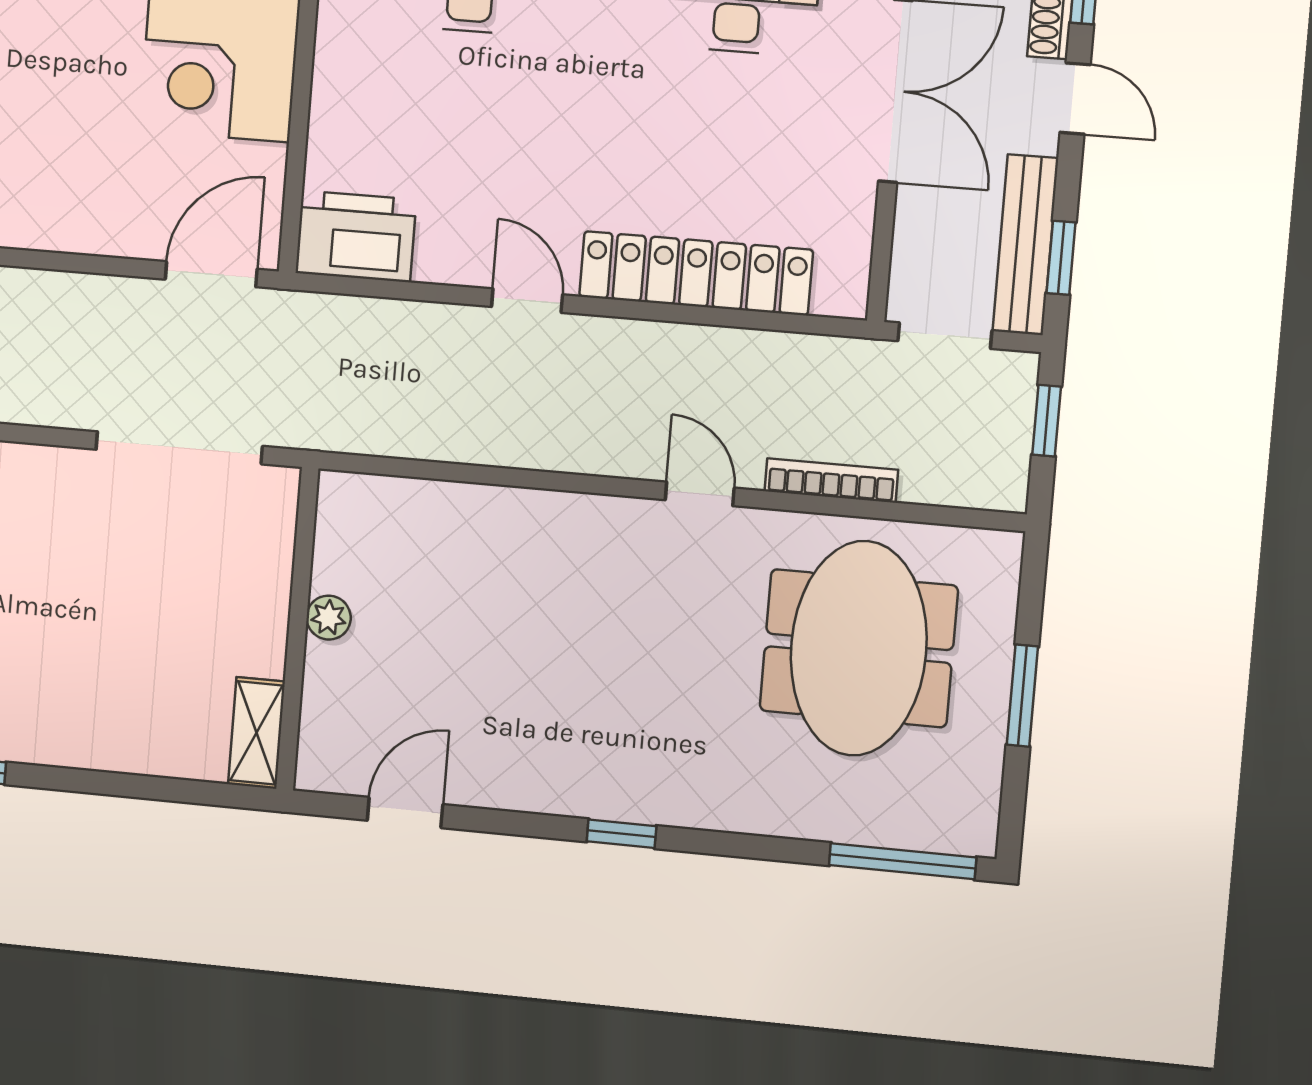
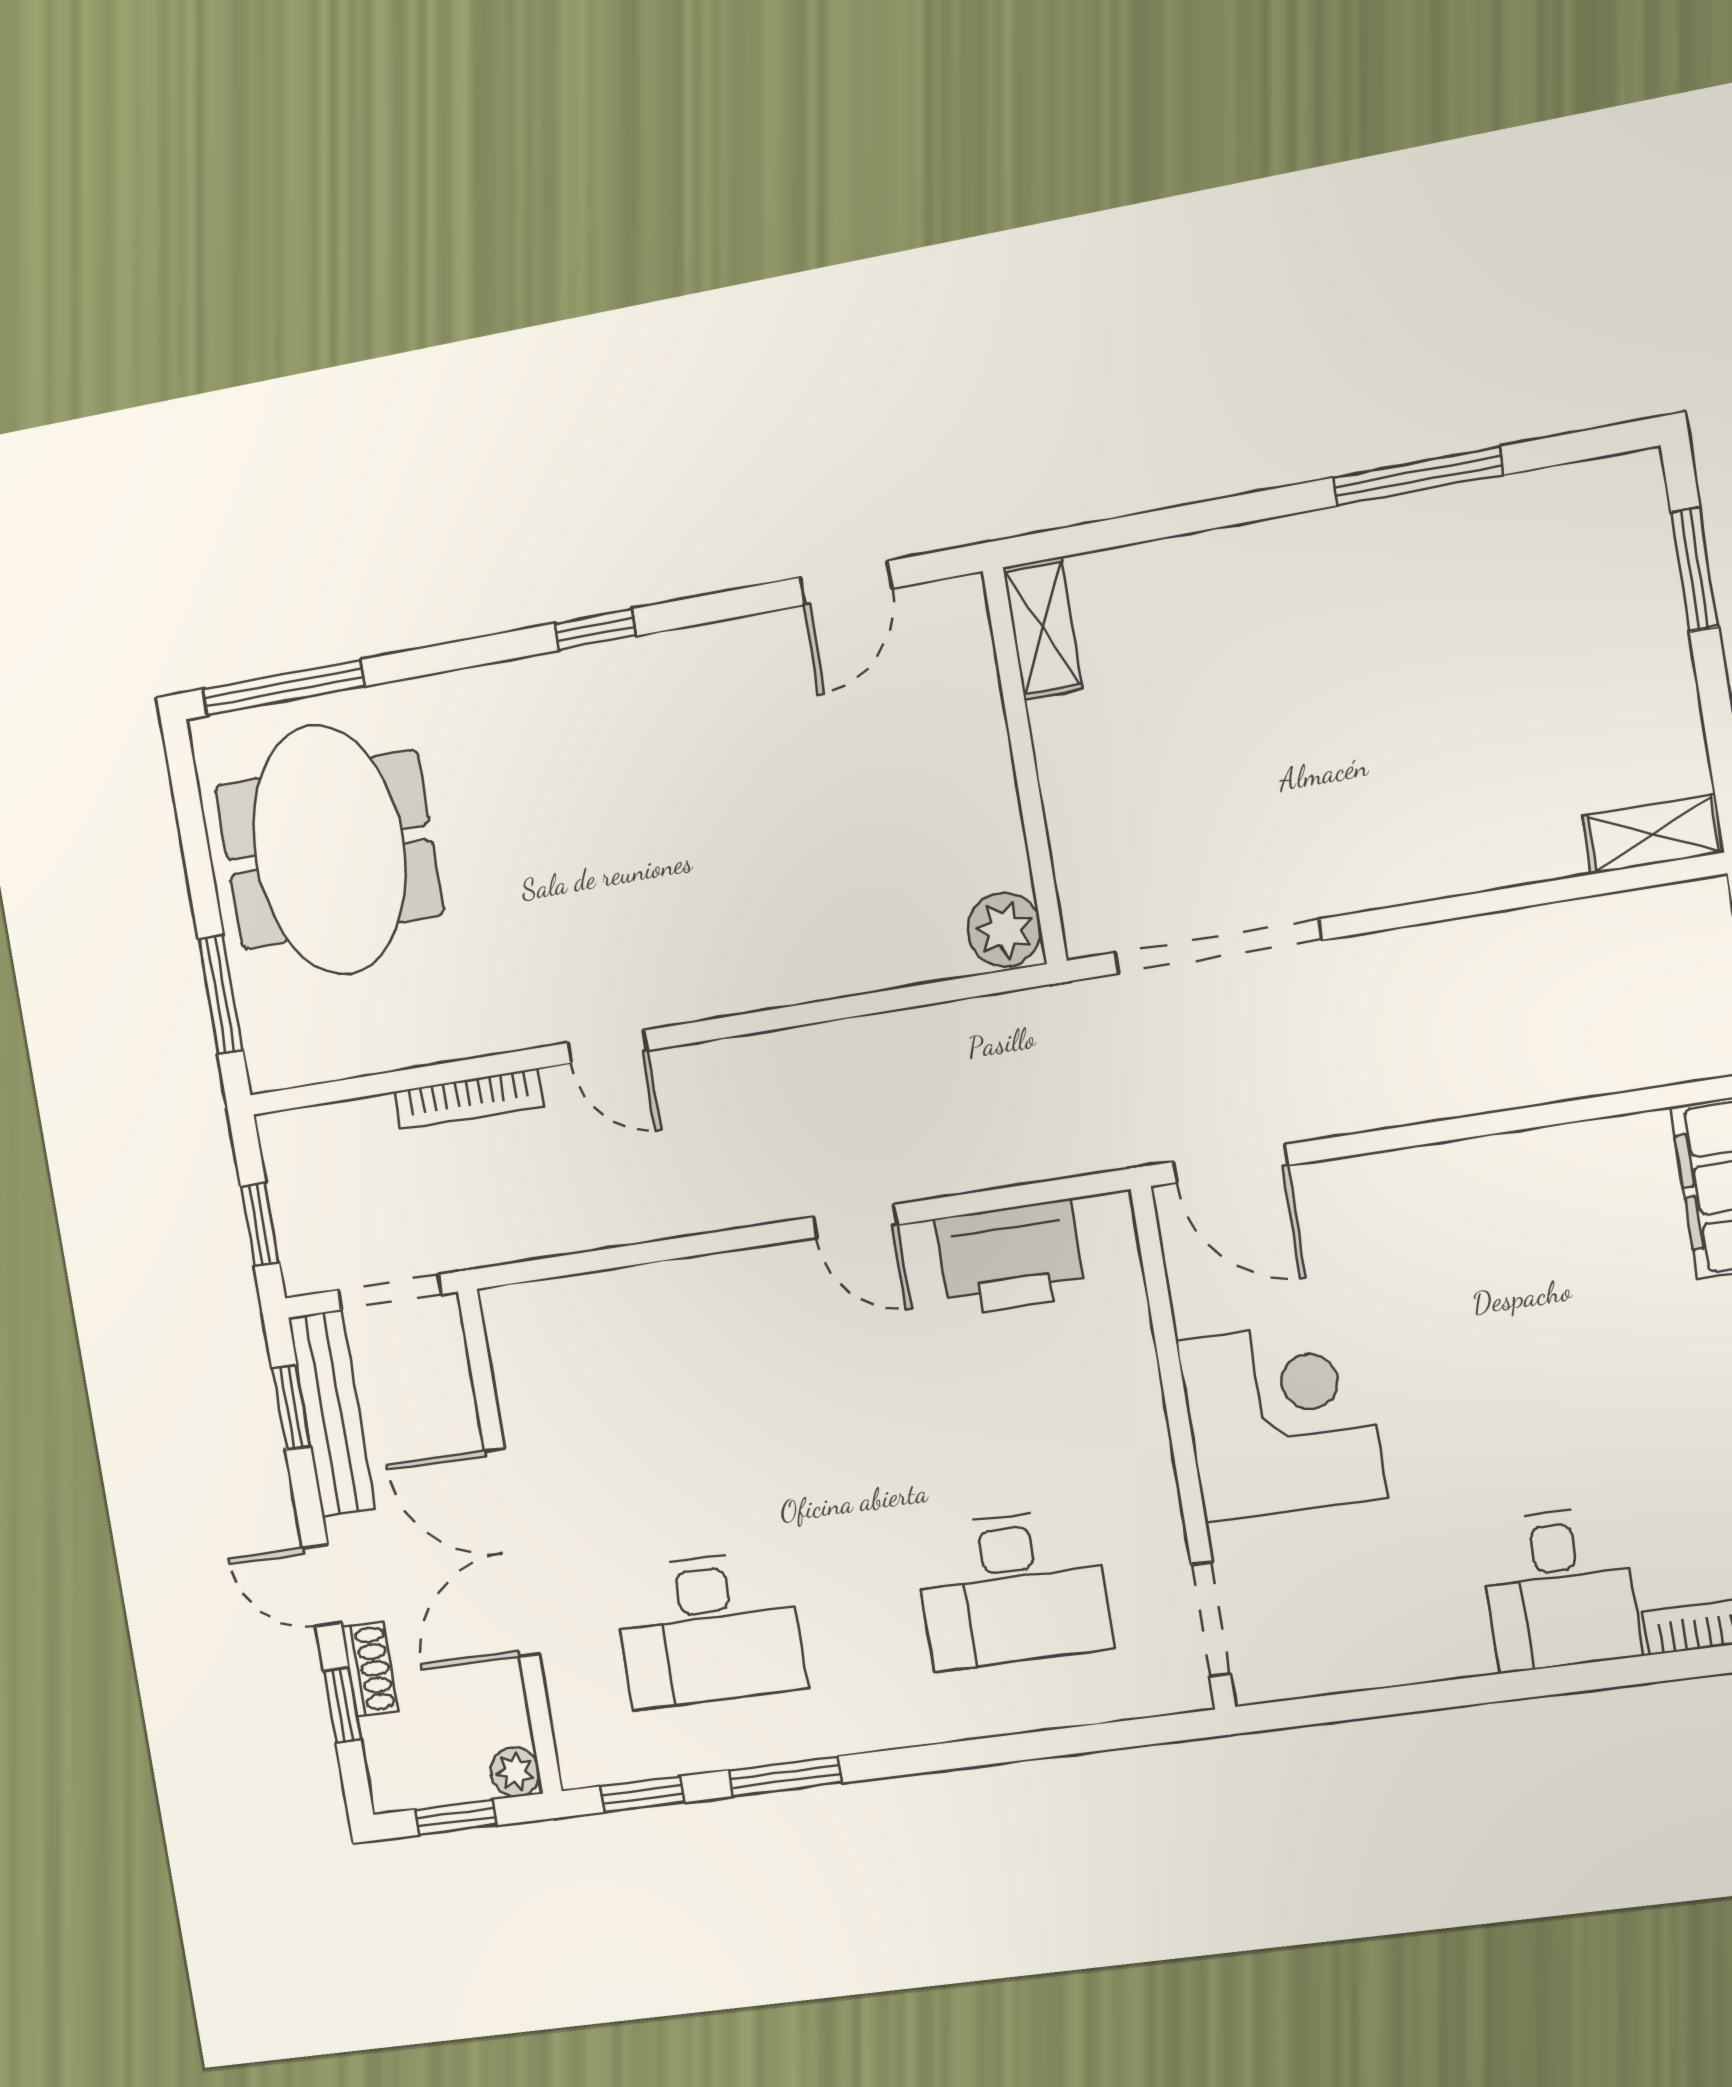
printer: (356, 236) -> (1010, 1258), moved
locker: (696, 273) -> (675, 1298), removed
door: (211, 274) -> (1230, 1164), hinge flipped
plant: (329, 618) -> (1004, 930), moved, width x1.38, depth x1.38
meeting table: (859, 648) -> (329, 850), moved
window: (1022, 696) -> (221, 995), moved

